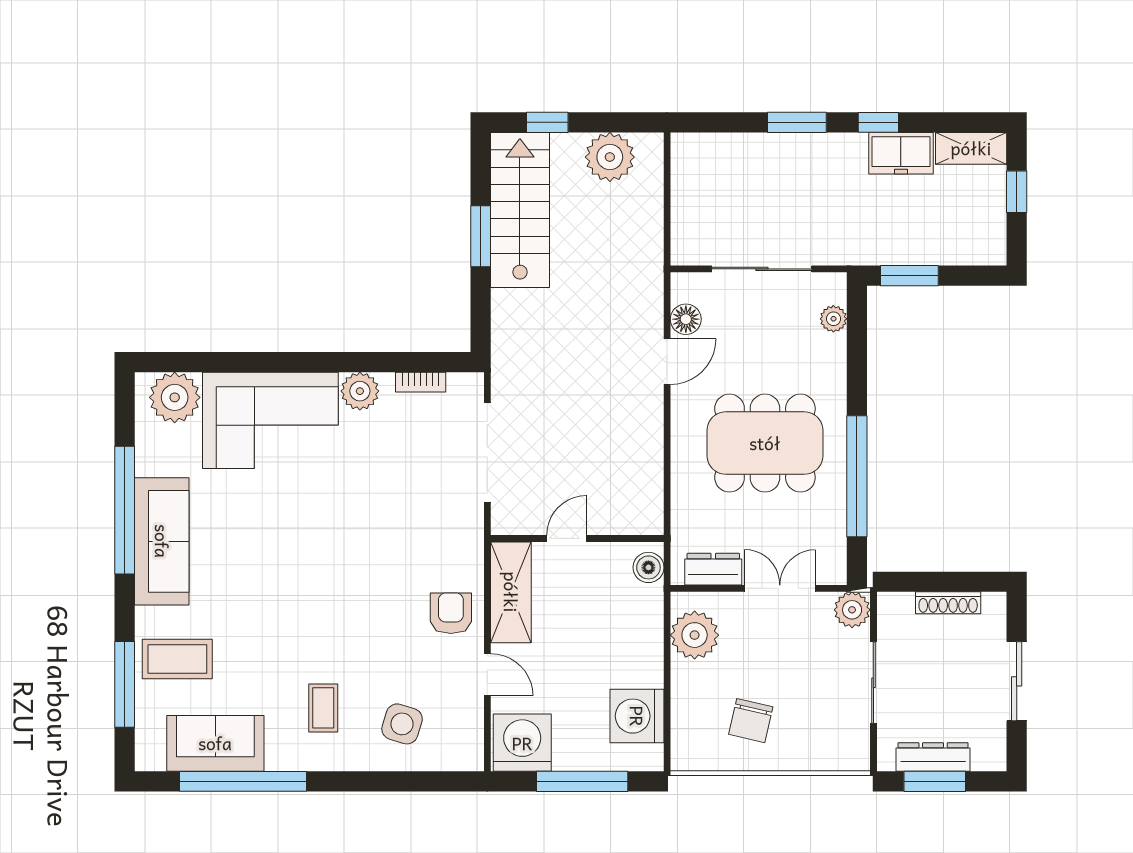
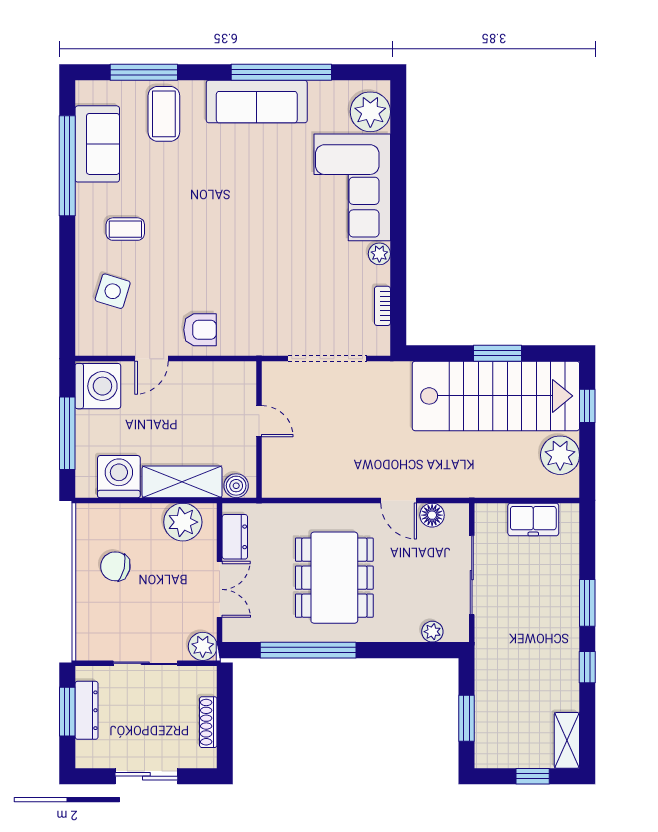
freezer: (901, 153) -> (533, 519), moved, turned -90
stairs: (520, 210) -> (496, 396), width x1.36, depth x1.51
window: (909, 276) -> (467, 718), moved
plant: (360, 391) -> (379, 254), width x0.73, depth x0.73
shelving: (511, 592) -> (182, 482), moved

